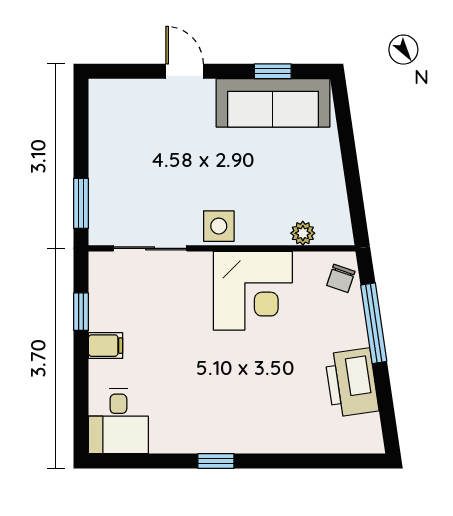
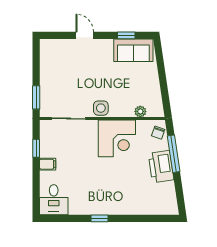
sofa: (273, 103) -> (133, 50), width x0.73
printer: (352, 383) -> (161, 167), moved

